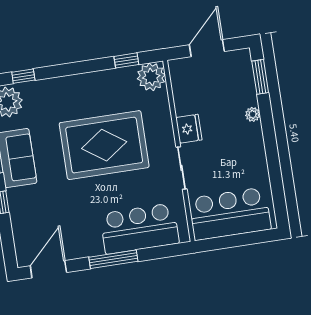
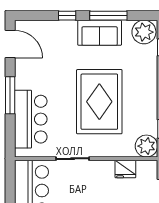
fridge: (189, 129) -> (125, 169), moved

